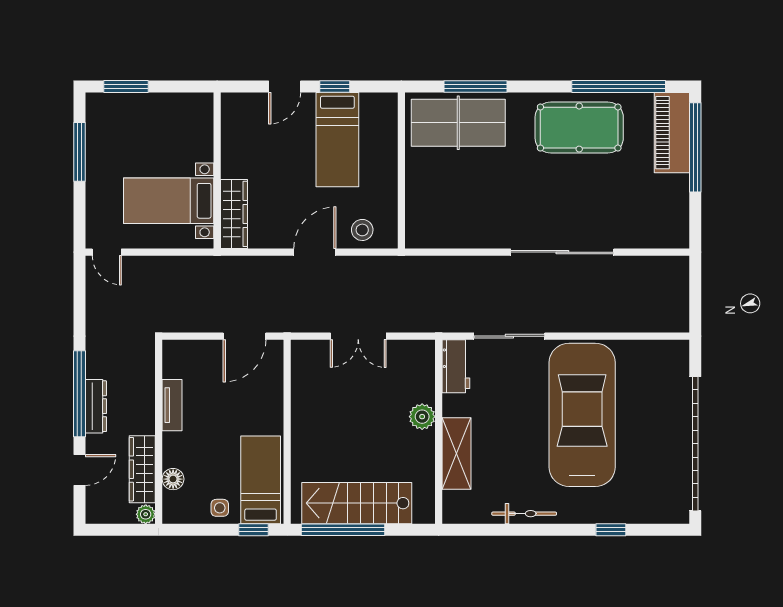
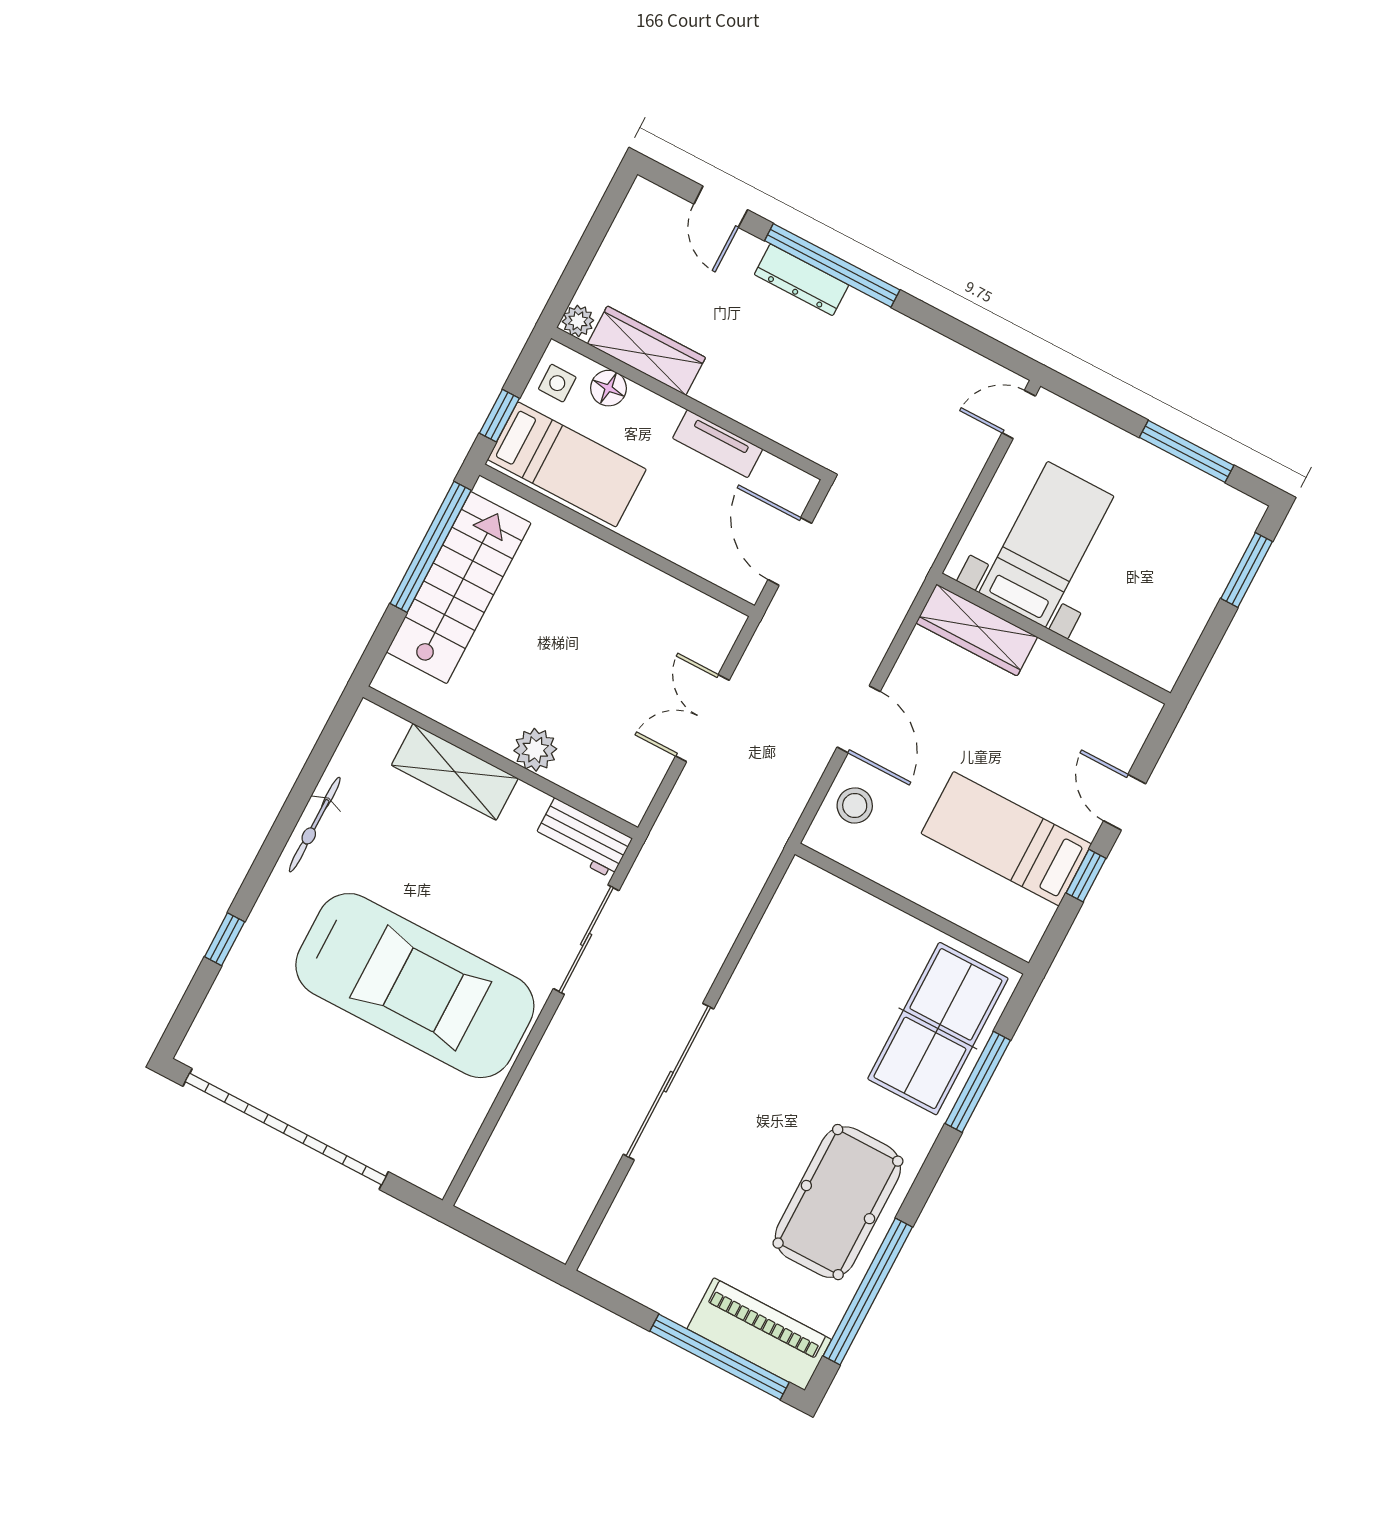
tv unit: (172, 405) -> (718, 444), moved
wall: (159, 432) -> (689, 404), moved
wardrobe: (142, 469) -> (647, 351), moved
floor lamp: (173, 479) -> (608, 388), moved
plant: (146, 514) -> (578, 321), moved

